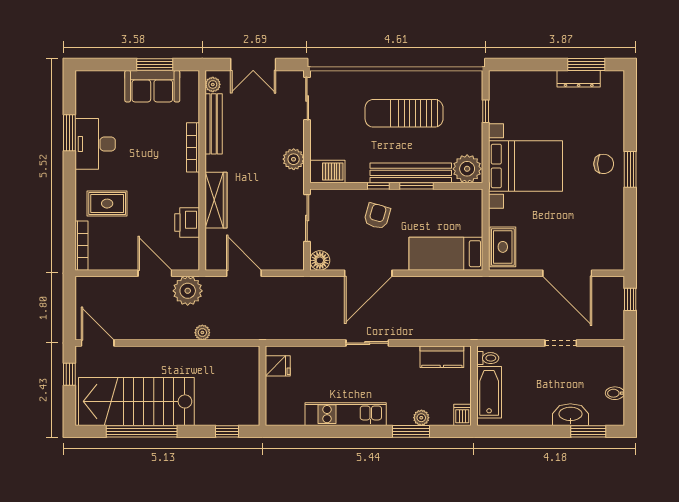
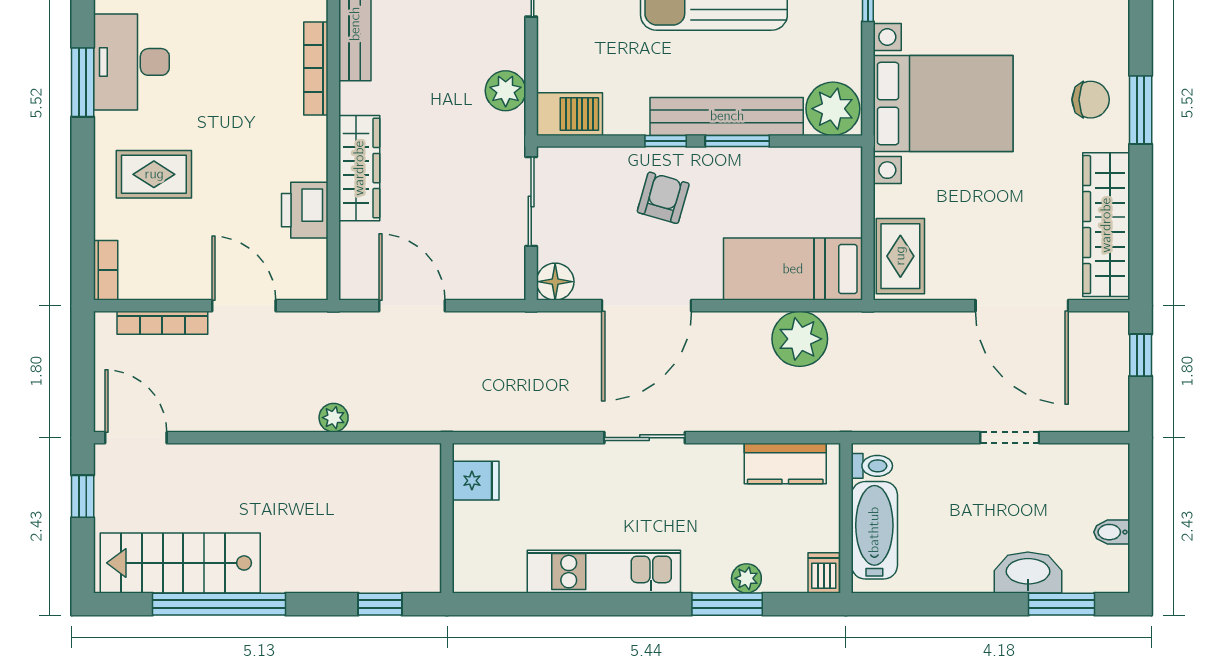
window: (69, 133) -> (83, 82), moved
wardrobe: (612, 230) -> (1106, 225), added
bookcase: (82, 246) -> (106, 270), width x0.64
bookcase: (112, 282) -> (162, 323), added
plant: (188, 291) -> (800, 339), moved
stairs: (136, 401) -> (180, 563), width x0.73, depth x0.66

